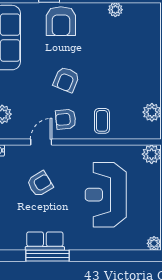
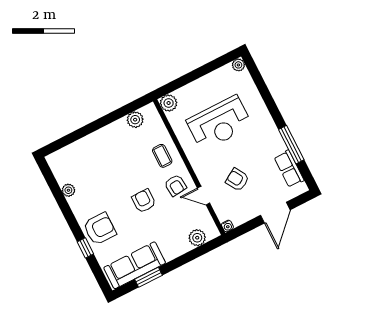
armchair: (66, 80) -> (144, 201), turned -112
coffee table: (102, 121) -> (162, 156), turned 90
row of seats: (45, 241) -> (289, 169), moved

